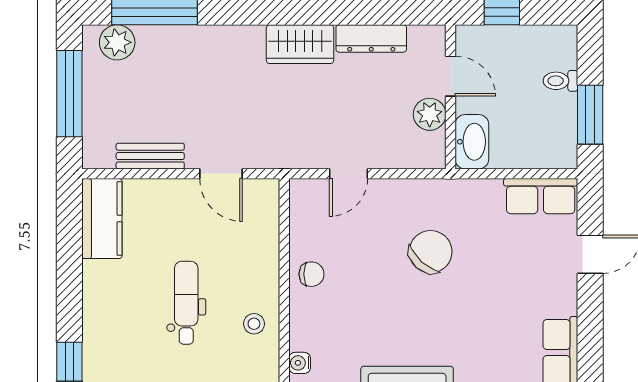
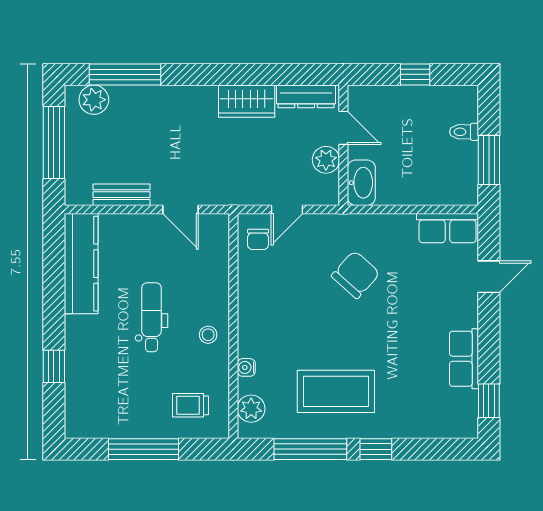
door: (451, 76) -> (343, 128), moved
wall: (451, 97) -> (343, 145), moved
plant: (430, 114) -> (326, 160), moved
washbasin: (472, 142) -> (361, 183), moved
kitchen counter: (102, 219) -> (81, 264), width x1.50
chair: (311, 274) -> (258, 239), moved, turned 90

